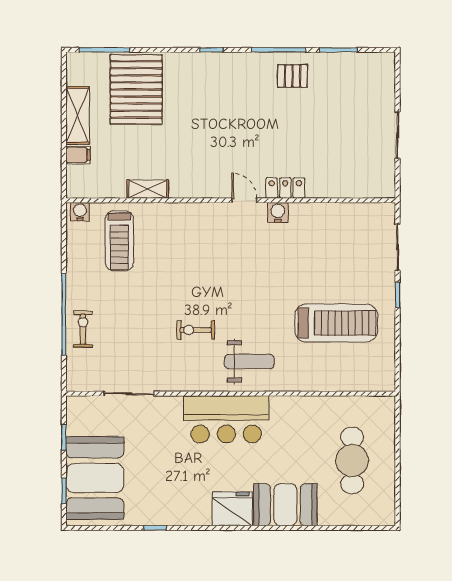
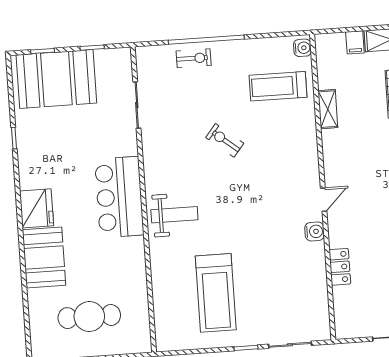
locker: (285, 188) -> (340, 267), moved
exercise bike: (196, 330) -> (225, 140), moved, turned -51
weight bench: (249, 361) -> (174, 215), turned -90

